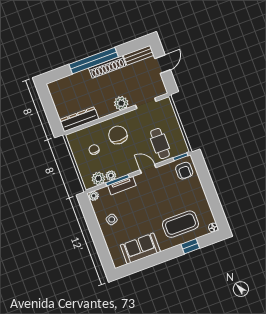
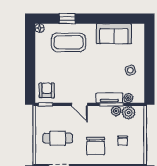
cafe table: (160, 144) -> (58, 138), moved, turned 90
plant: (94, 196) -> (128, 98), moved

